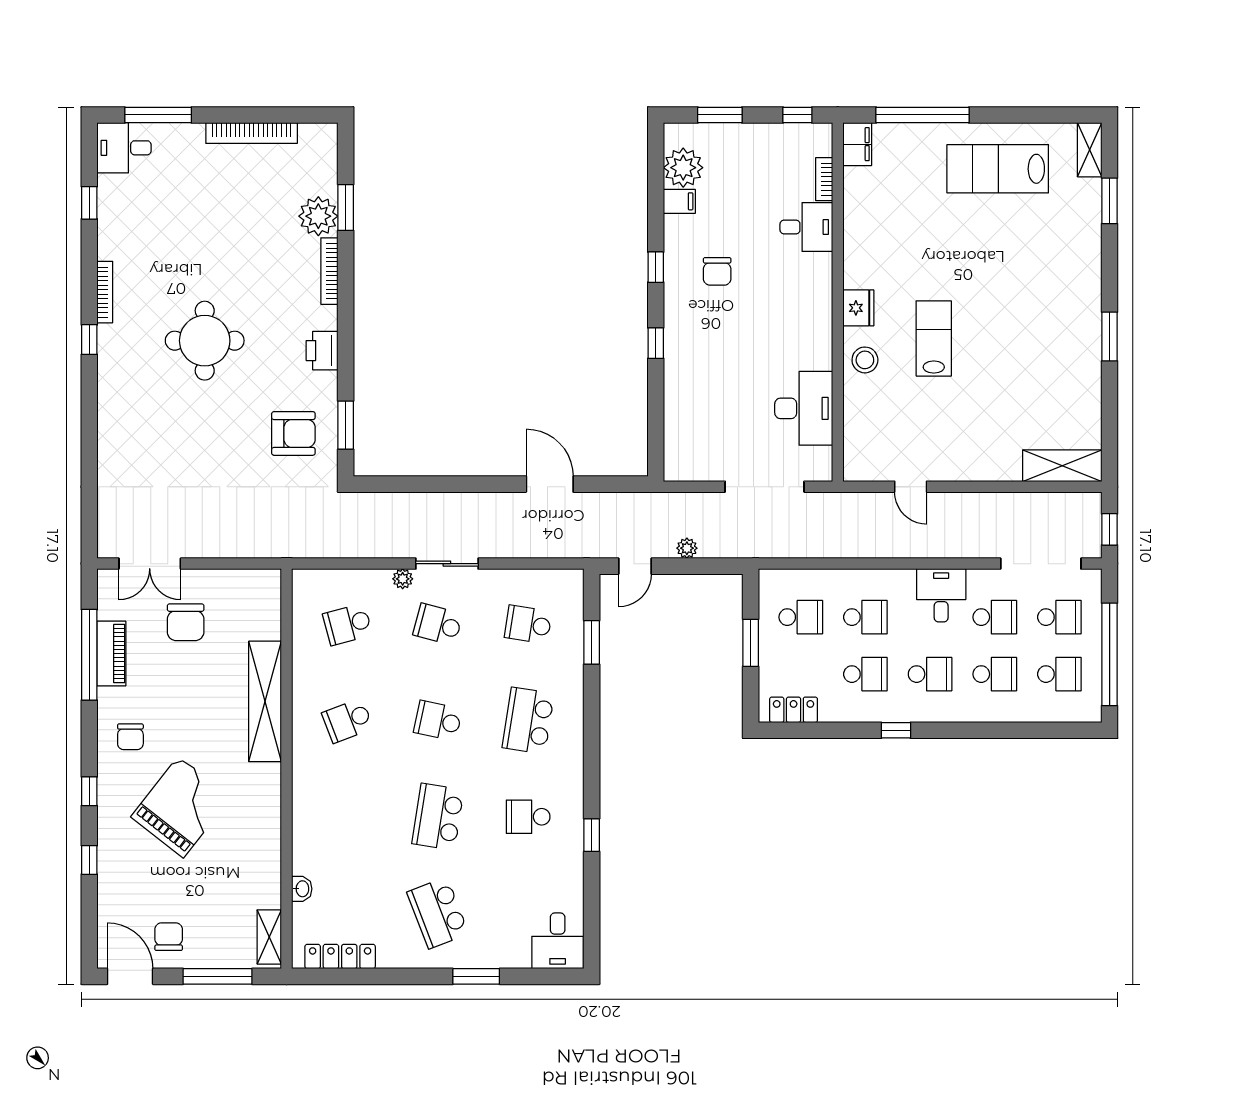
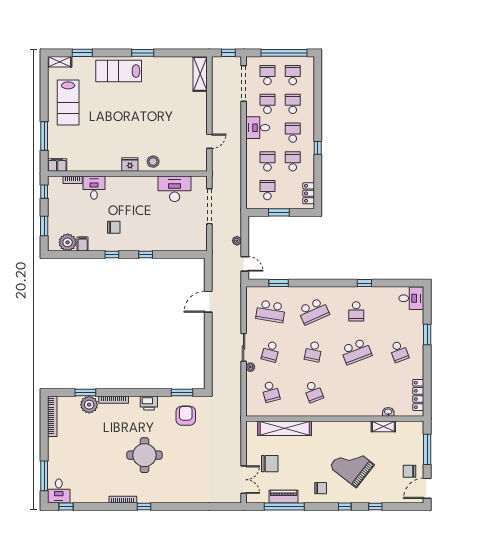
window: (923, 115) -> (44, 136), width x0.68
bookcase: (252, 133) -> (52, 416), moved
window: (89, 203) -> (66, 506), moved
lab bench: (934, 338) -> (119, 71), moved, width x1.36, depth x1.39
school desk: (528, 624) -> (271, 311), width x1.85
shelving: (265, 701) -> (285, 428), moved
school desk: (528, 721) -> (313, 311), turned -33
school desk: (438, 817) -> (356, 351), turned -30
school desk: (438, 913) -> (399, 351), width x0.54
shelving: (269, 937) -> (383, 426), moved

